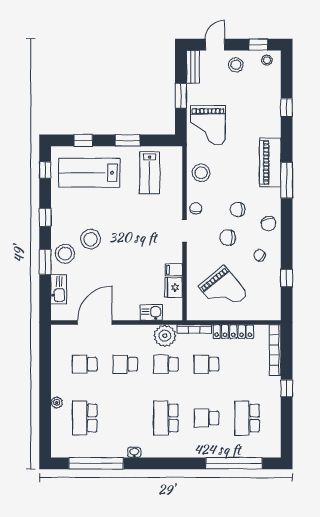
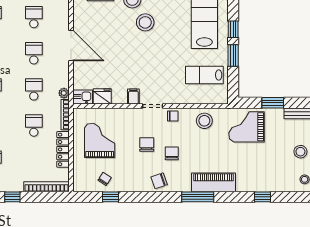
window: (83, 140) -> (233, 29), moved
chair: (260, 255) -> (105, 179), moved
filing cabinet: (174, 270) -> (133, 96), moved
grand piano: (223, 290) -> (100, 140), turned 129
kitchen sink: (151, 313) -> (83, 97), moved, turned -90
door: (95, 323) -> (71, 46), moved
plant: (165, 336) -> (64, 93), width x0.53, depth x0.53

